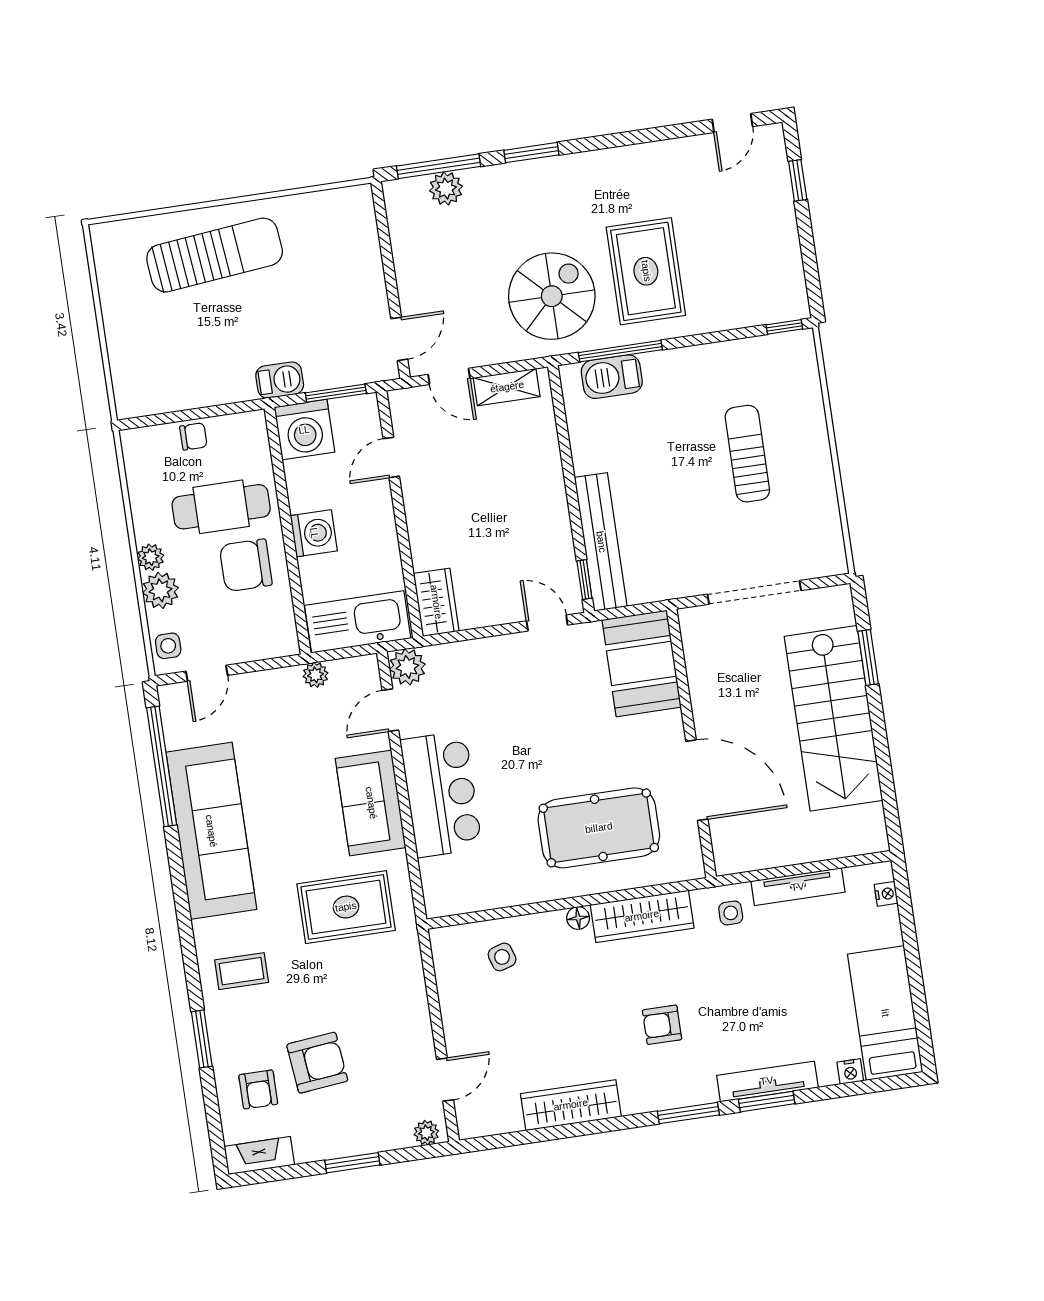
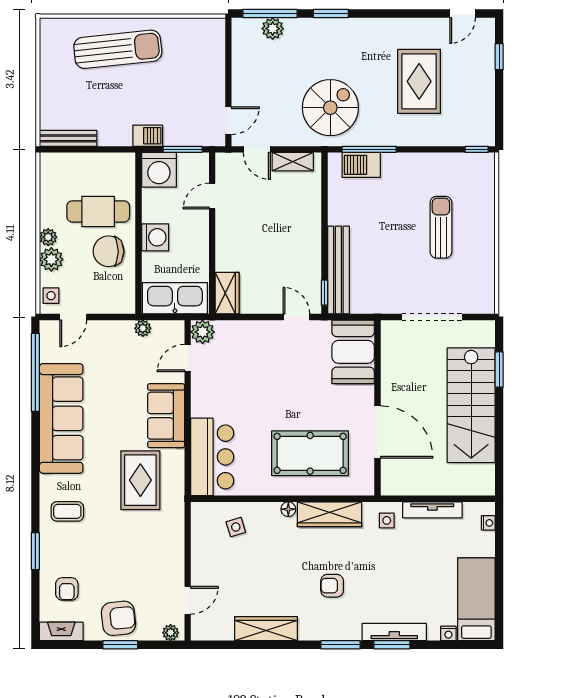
rug: (646, 271) -> (419, 81), moved
bench: (159, 402) -> (68, 138), added
chair: (193, 436) -> (87, 164), removed
bar counter: (441, 794) -> (212, 457), moved
rug: (346, 907) -> (140, 480), turned 90
armchair: (317, 1063) -> (118, 618), moved

